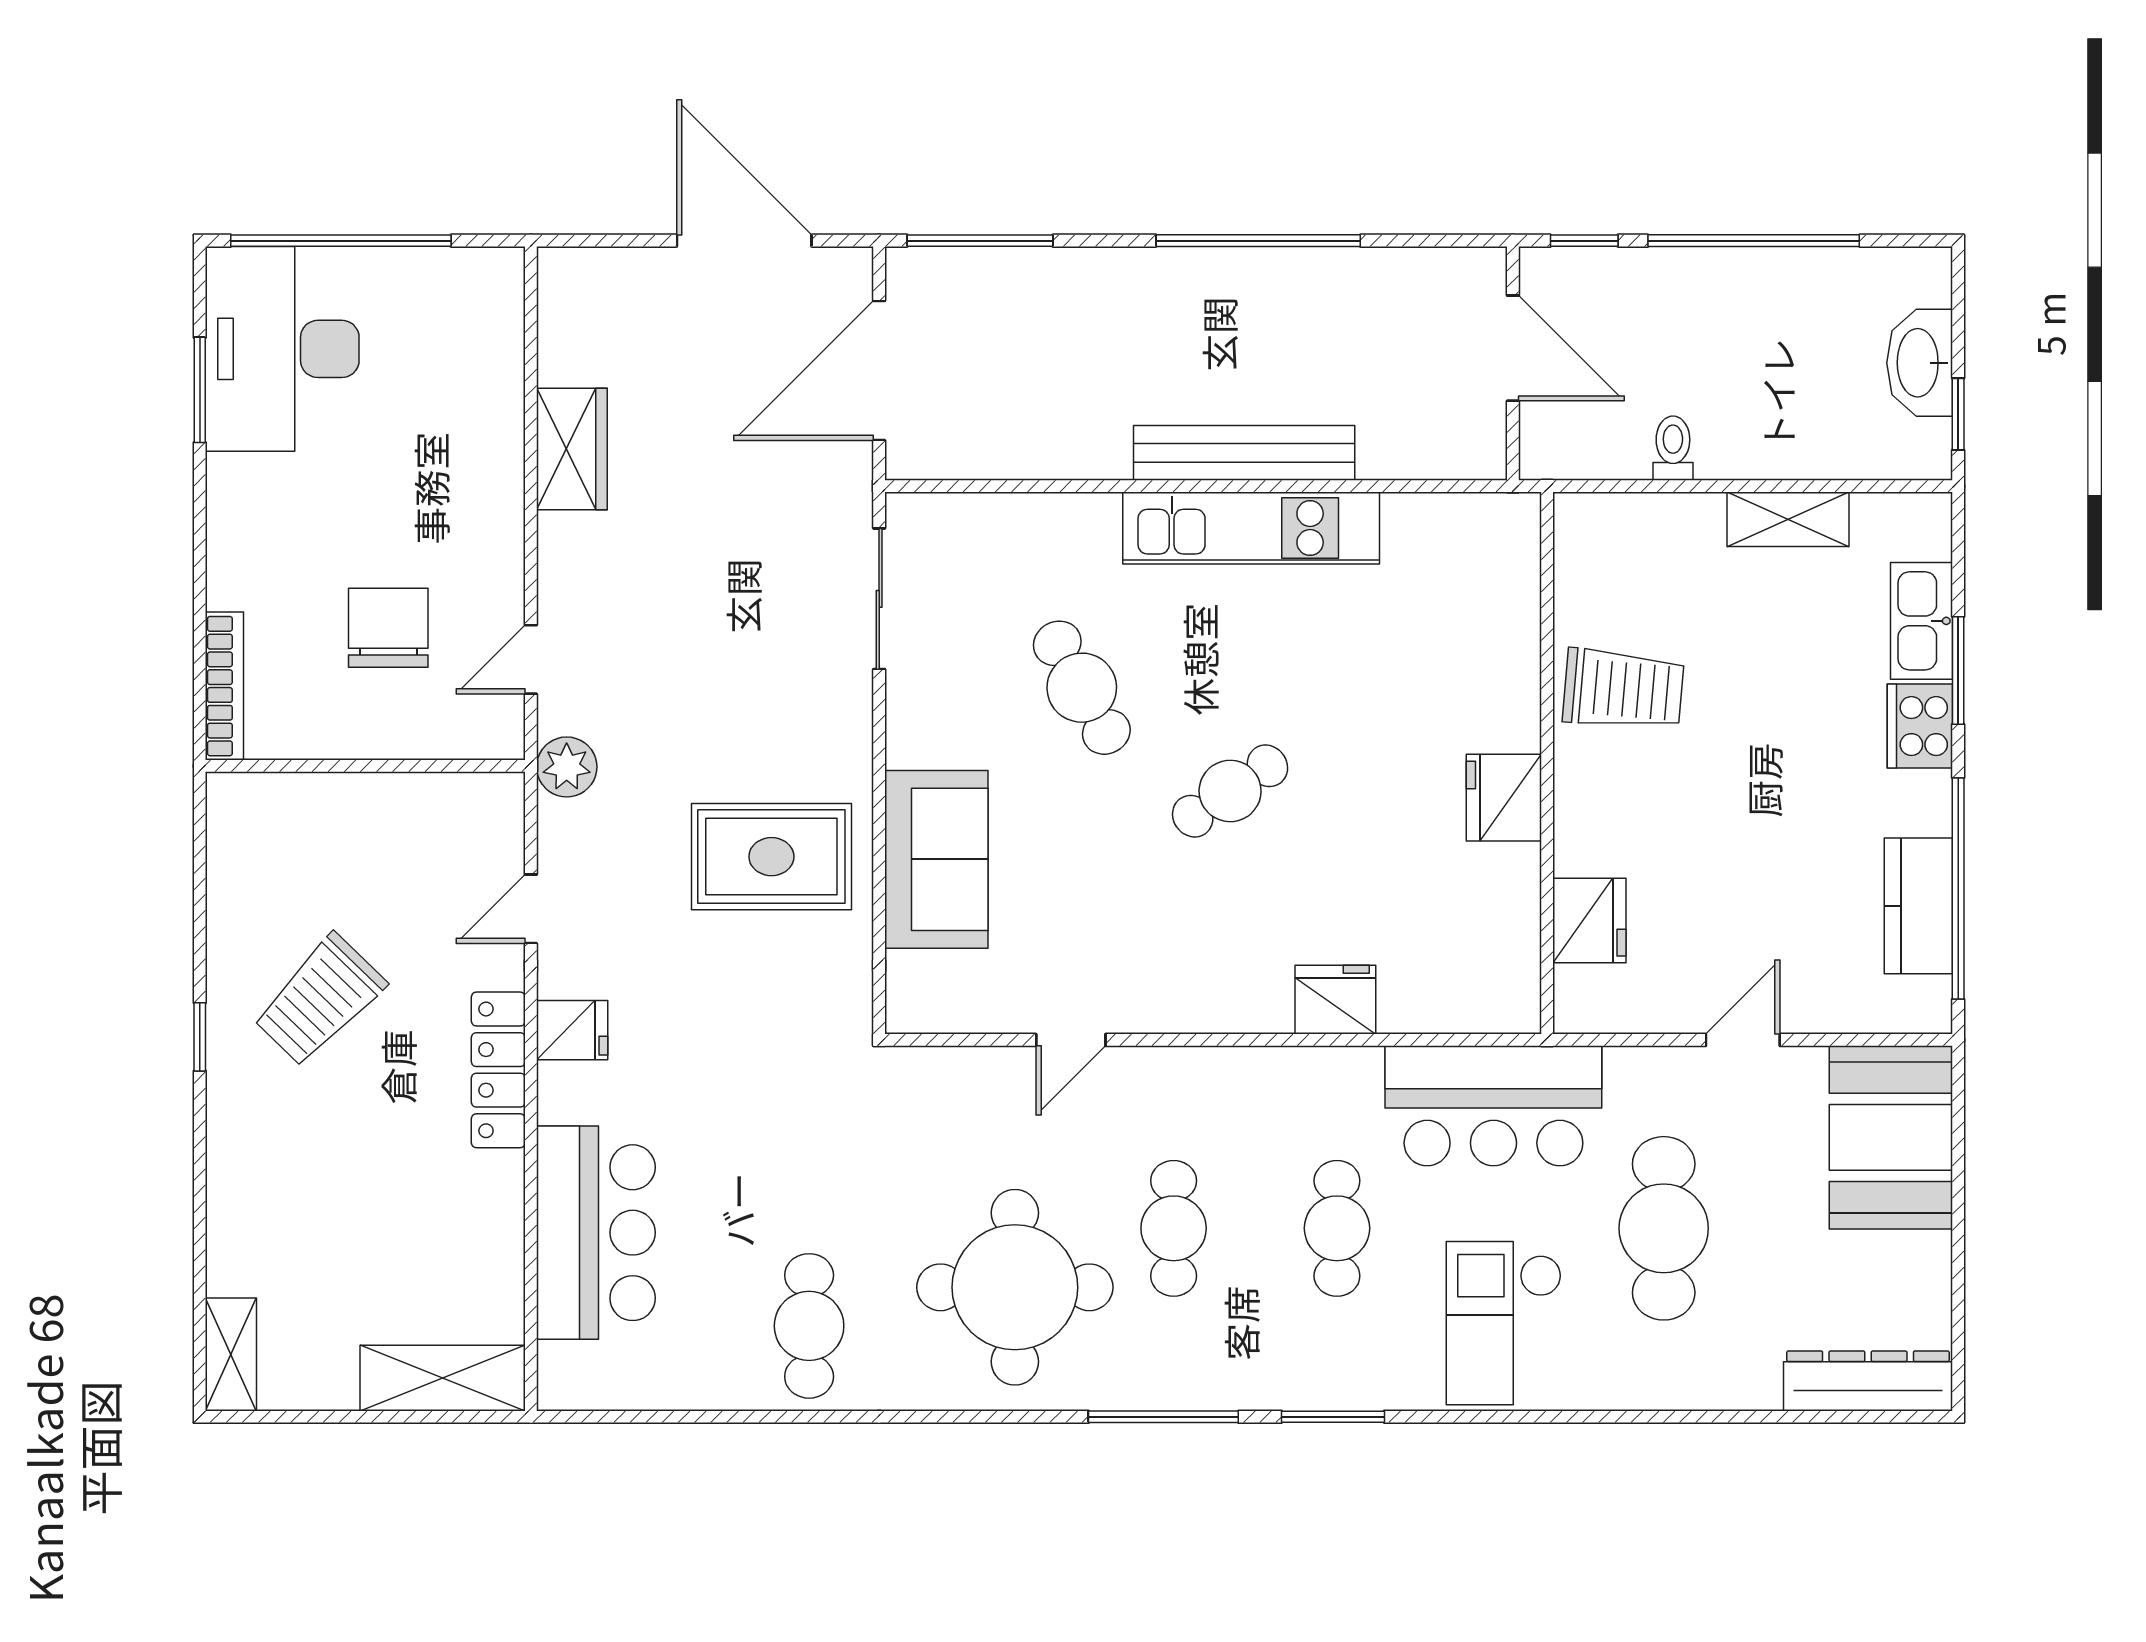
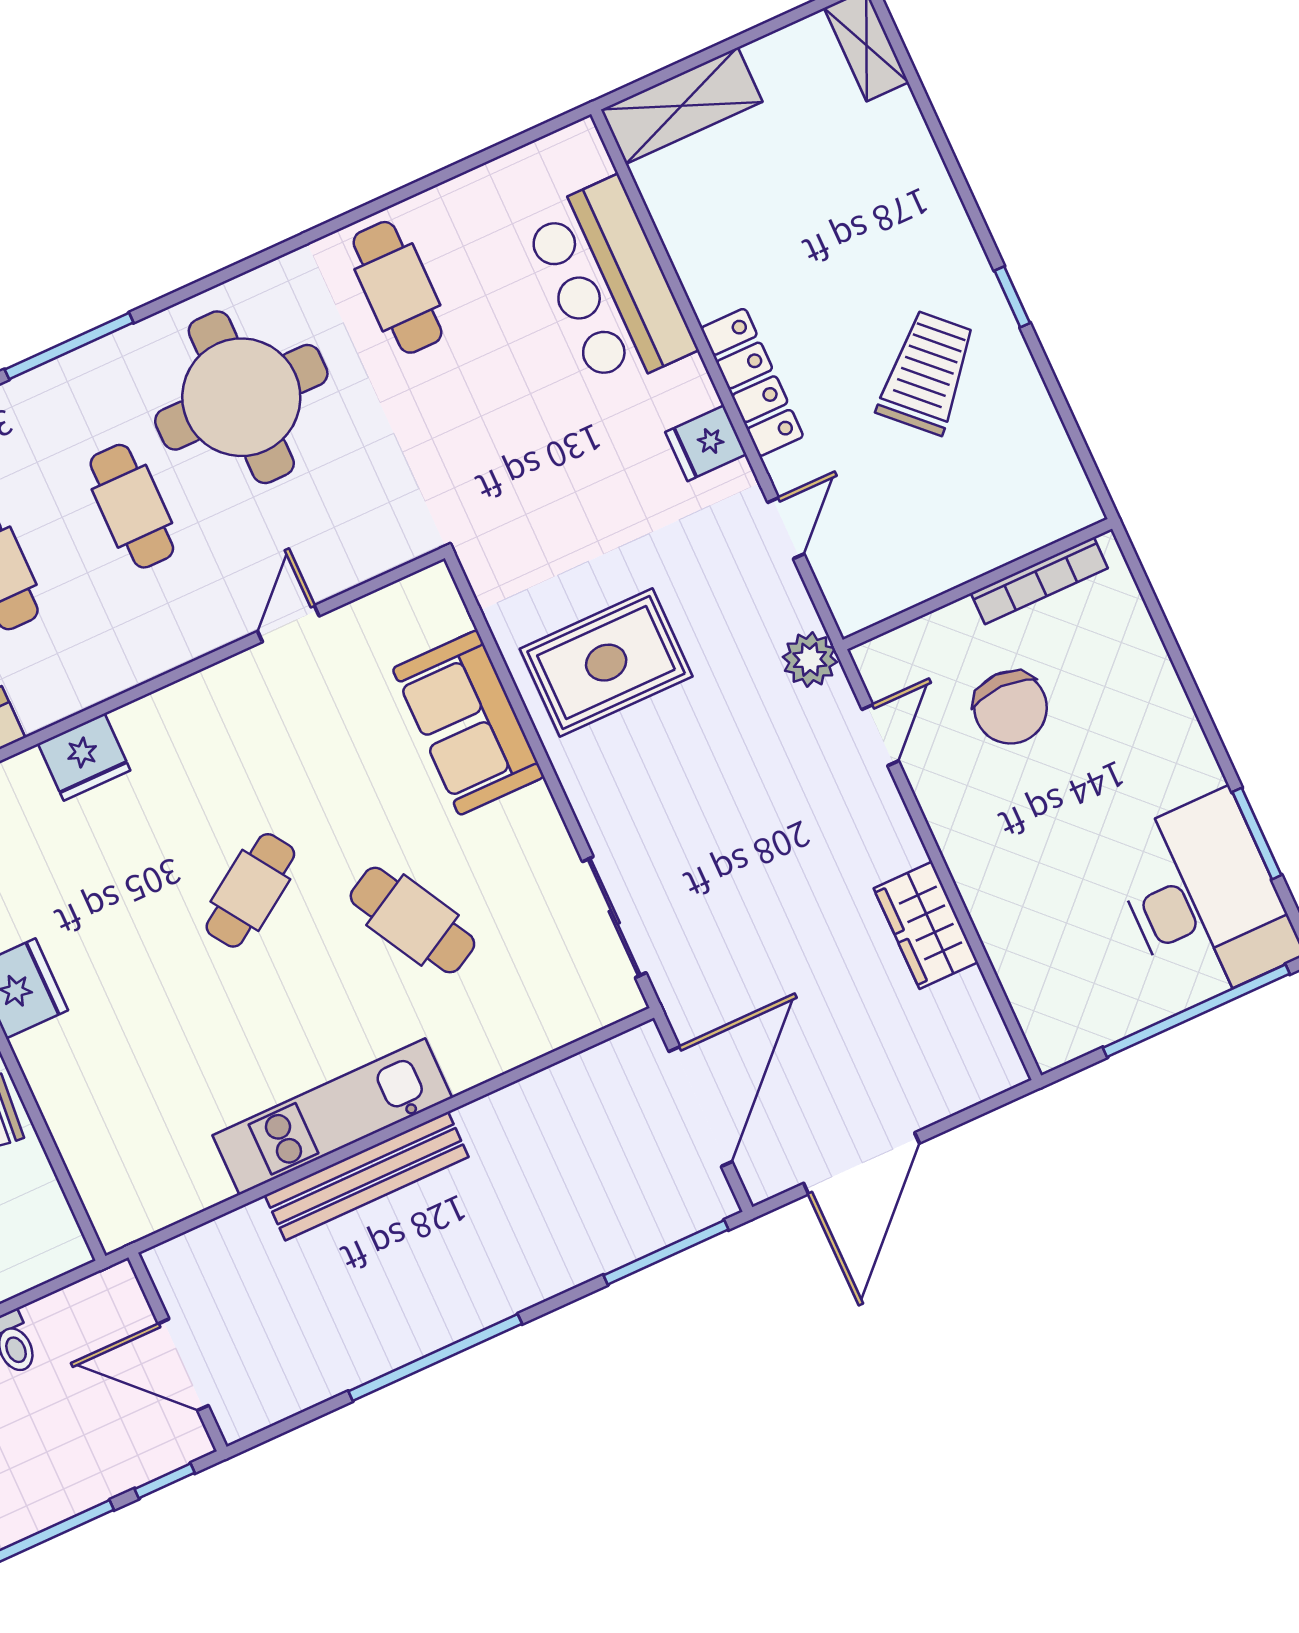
door: (744, 241) -> (862, 1163), hinge flipped
bookcase: (224, 686) -> (1039, 581), moved, turned -90

